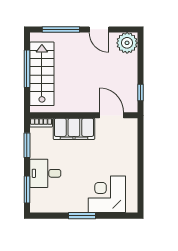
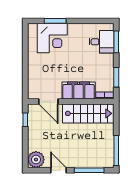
window: (27, 69) -> (116, 151), moved
stairs: (42, 74) -> (88, 113), moved, turned -90
desk: (45, 173) -> (102, 42), moved
window: (82, 216) -> (55, 21), moved

